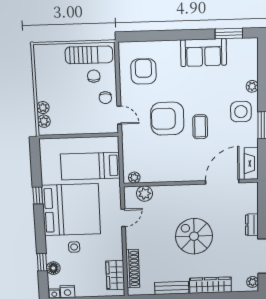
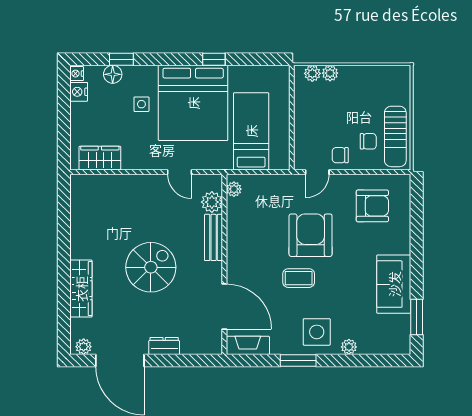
shoe rack: (133, 269) -> (108, 183), removed
bench: (172, 288) -> (214, 237), moved

